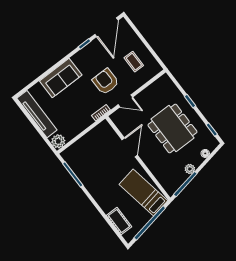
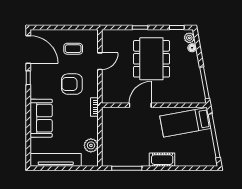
door: (125, 101) -> (100, 61), moved
dining table: (172, 128) -> (151, 59), turned 90
plant: (58, 141) -> (91, 145), moved
door: (130, 147) -> (140, 105), hinge flipped
plant: (190, 169) -> (189, 38), moved
cot: (119, 221) -> (162, 160), moved

